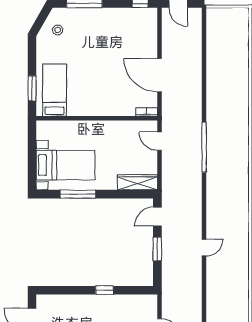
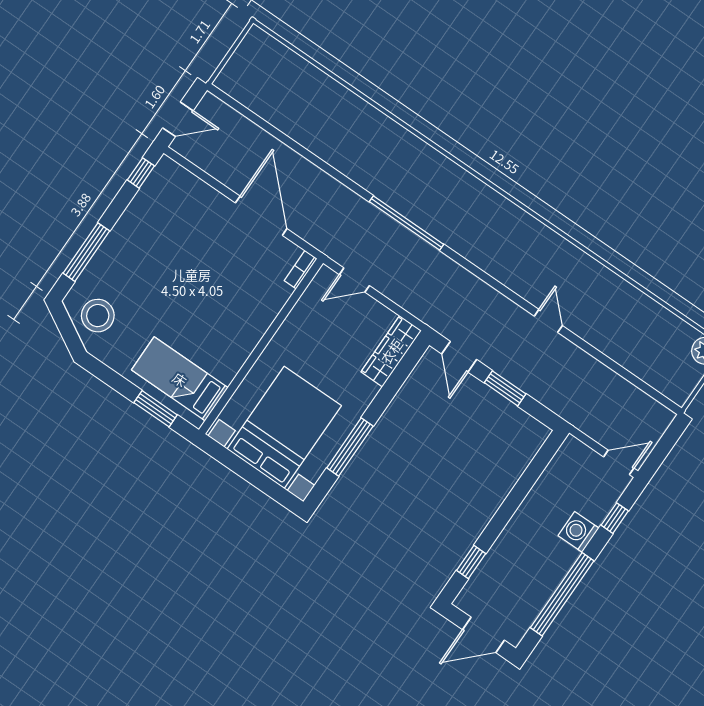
stool: (58, 30) -> (98, 316), width x1.89, depth x1.89
door: (159, 75) -> (261, 216), swing flipped
bed with nightstands: (66, 165) -> (284, 427), width x1.36
window: (104, 290) -> (471, 562), moved

